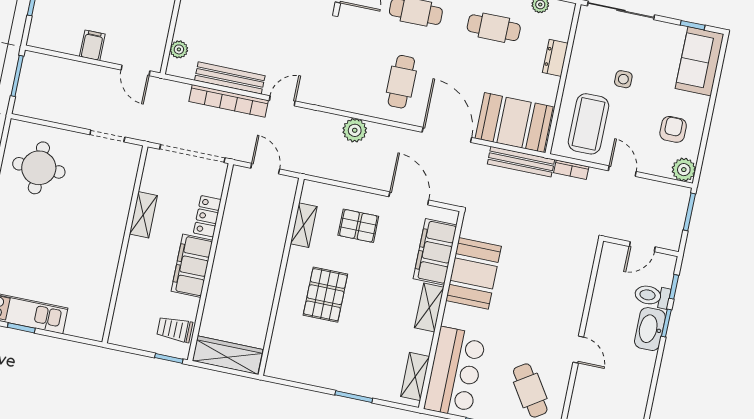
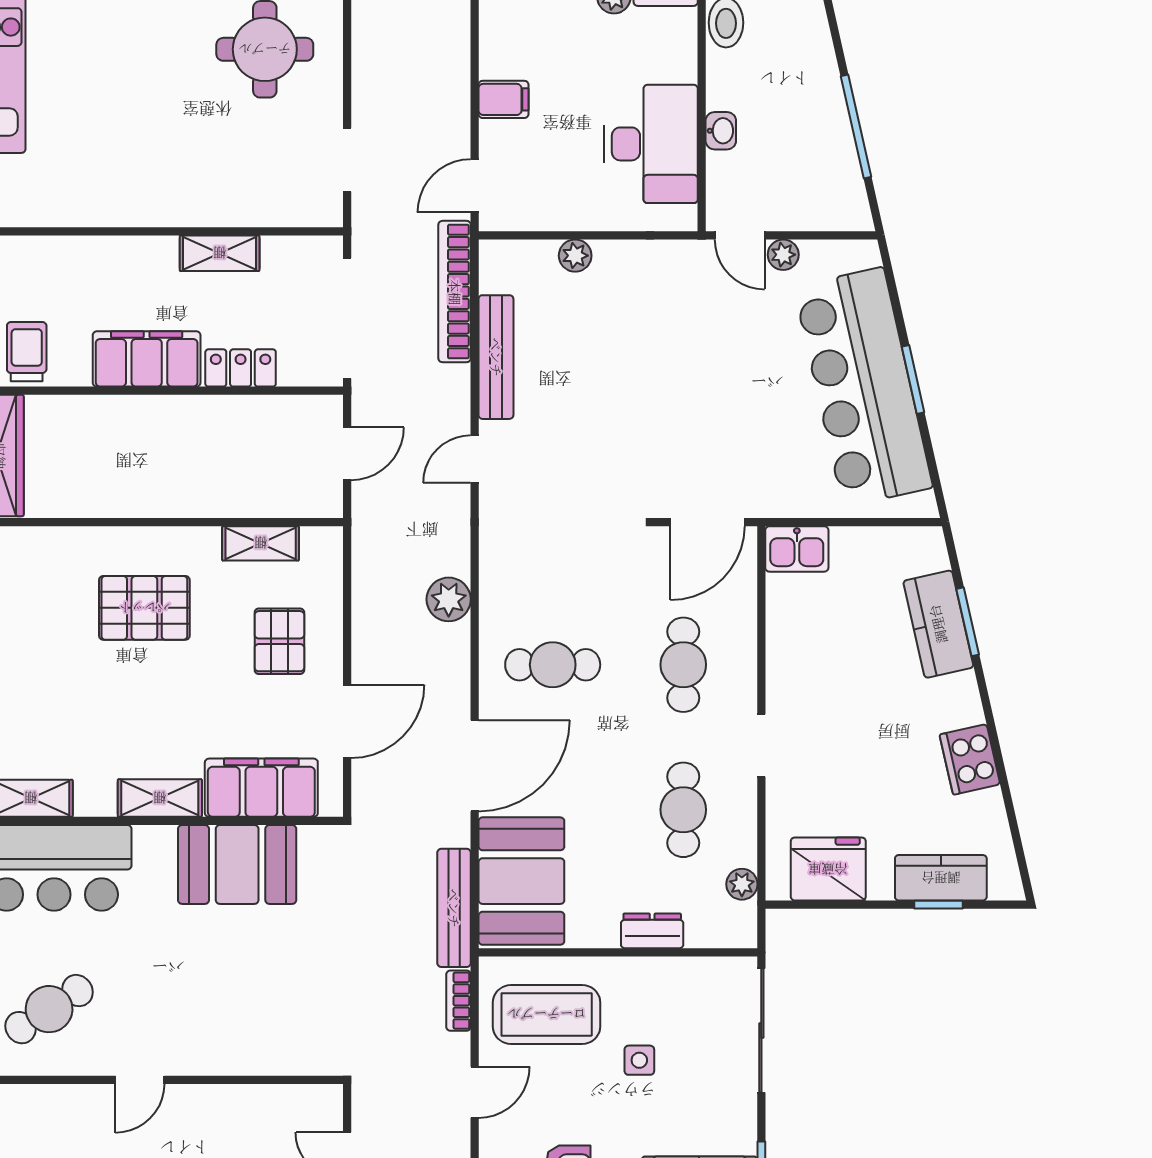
plant: (179, 49) -> (575, 256), moved
bookcase: (229, 101) -> (455, 292), moved
door: (282, 101) -> (475, 459), swing flipped

